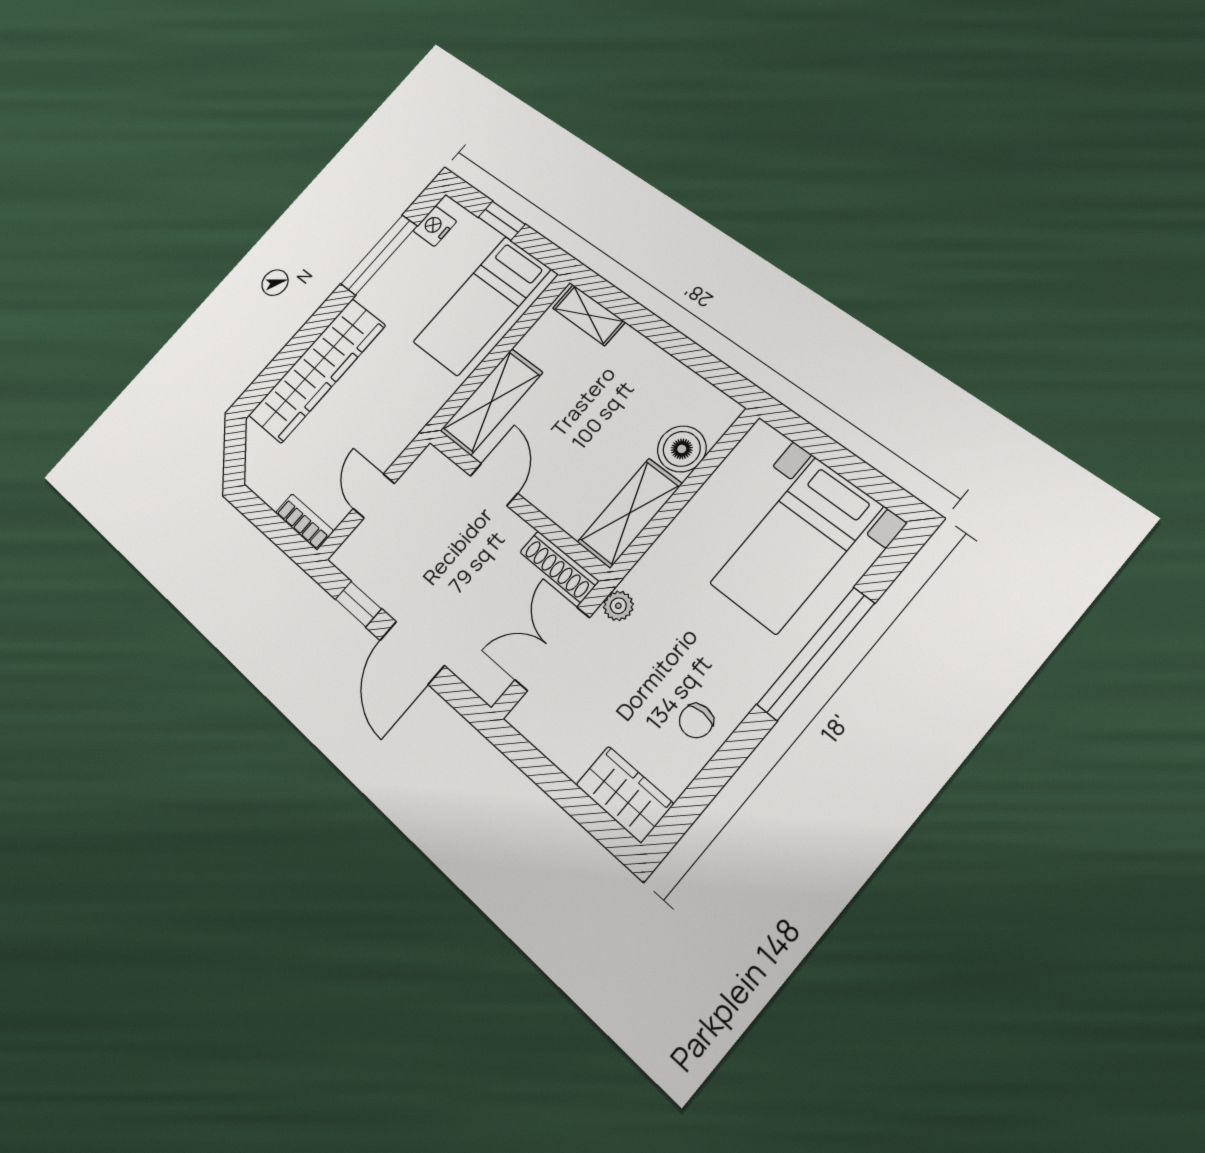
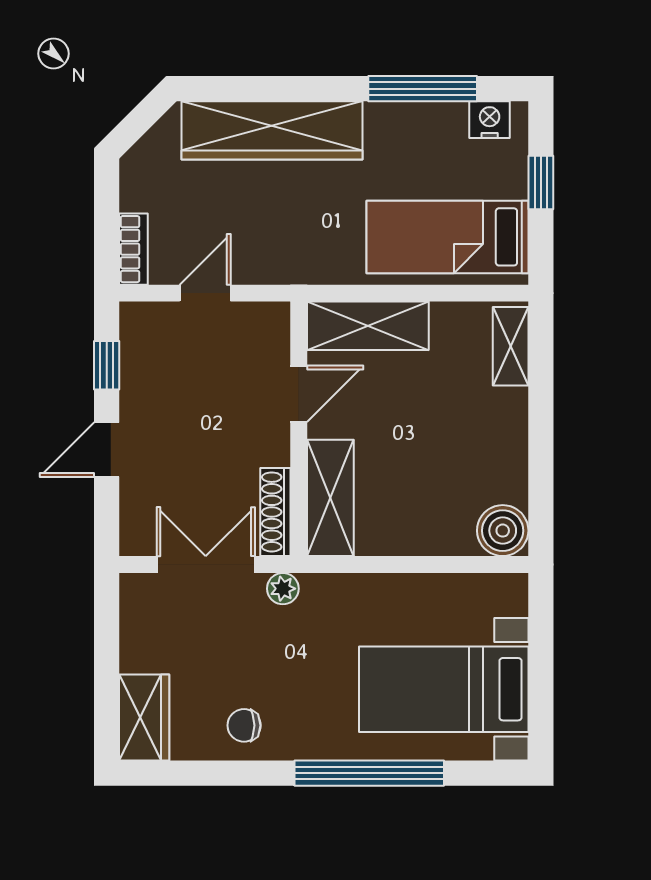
boiler: (682, 449) -> (503, 531), moved
shelving: (630, 513) -> (330, 498), moved, turned 90
door: (412, 653) -> (107, 450), width x0.73

